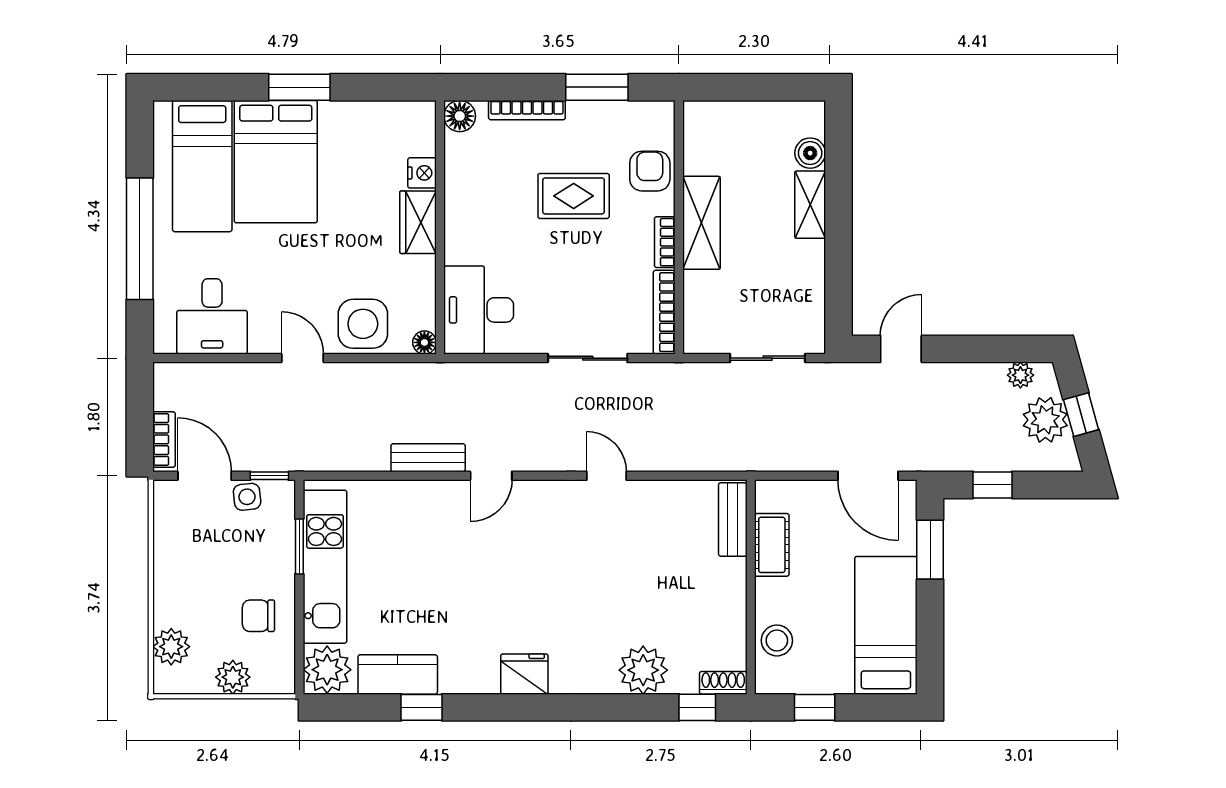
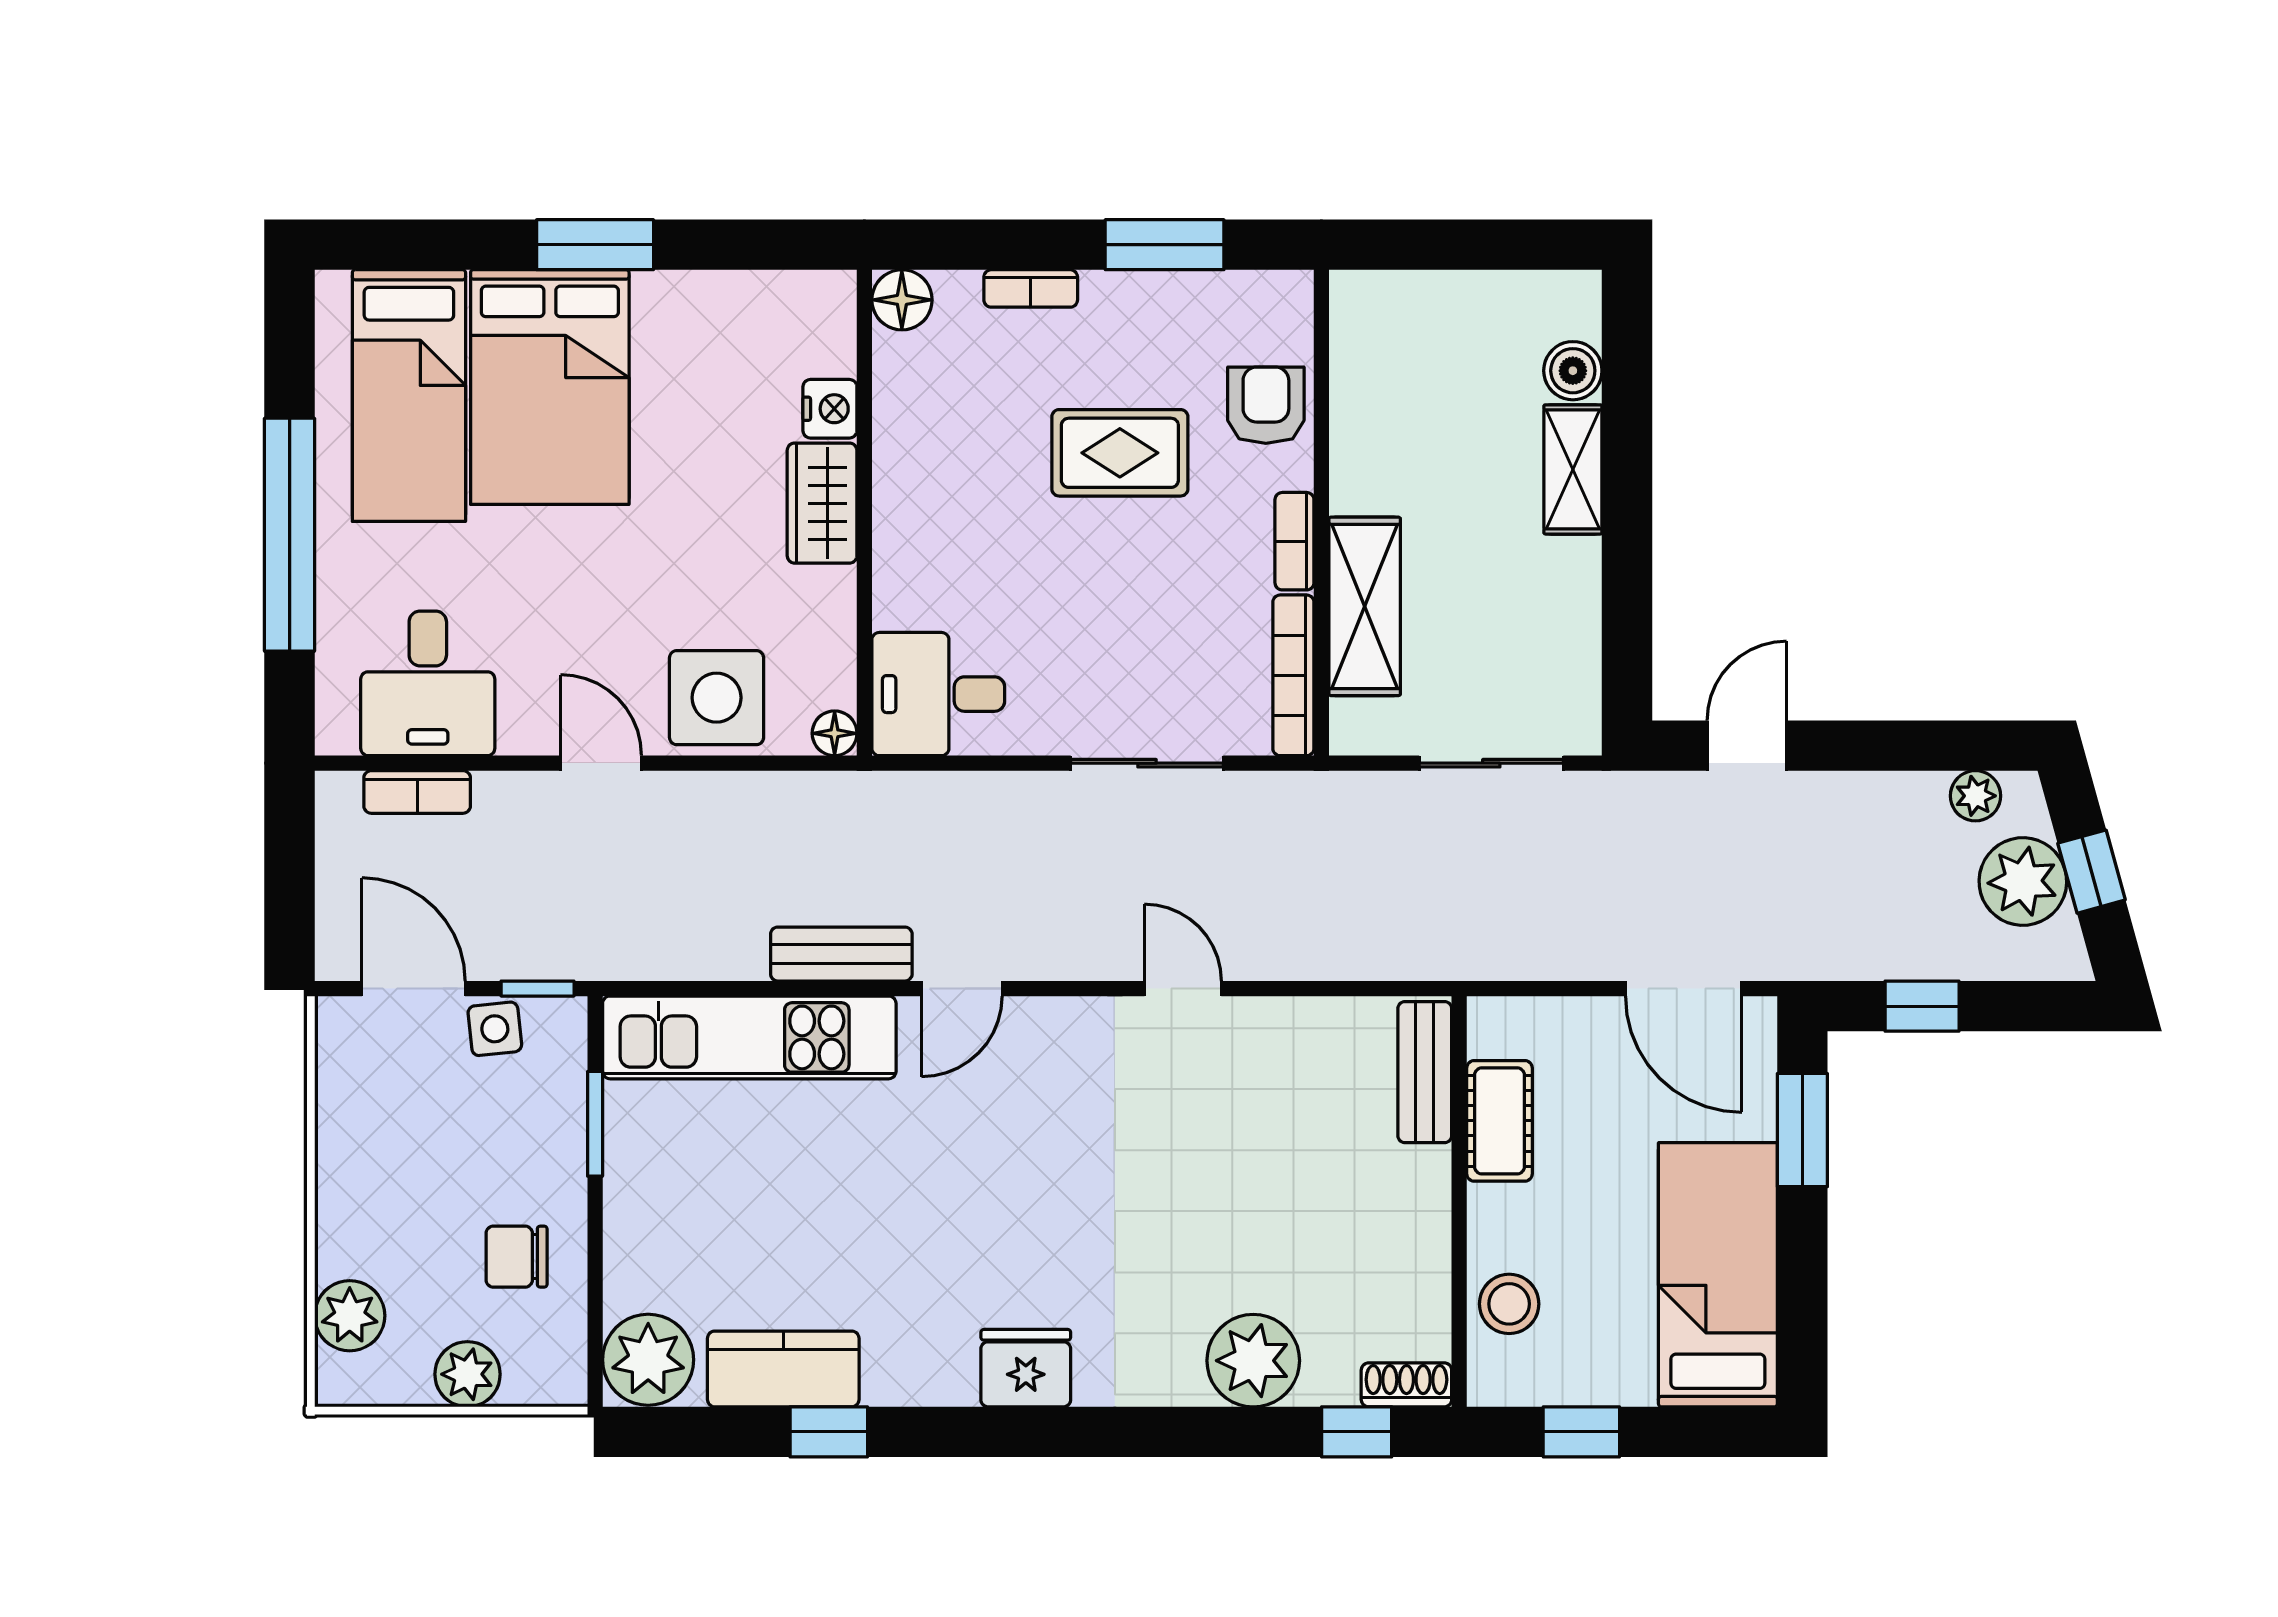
bookcase: (527, 110) -> (1031, 288), width x0.64
shelving: (701, 223) -> (1365, 606), moved
desk: (479, 310) -> (938, 694), width x0.73
bookcase: (164, 439) -> (417, 792), moved, turned 90
kitchen unit: (325, 567) -> (749, 1037), moved, turned 90

